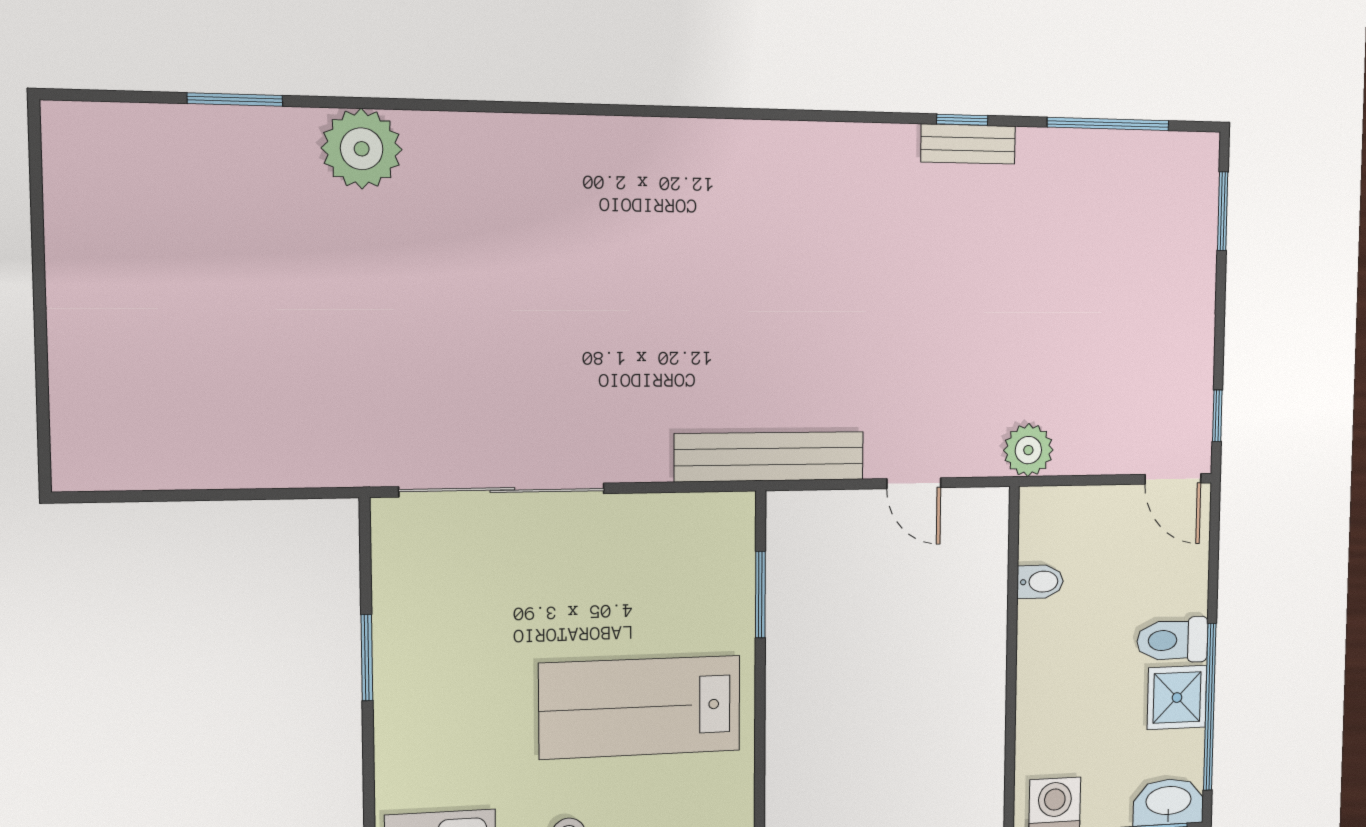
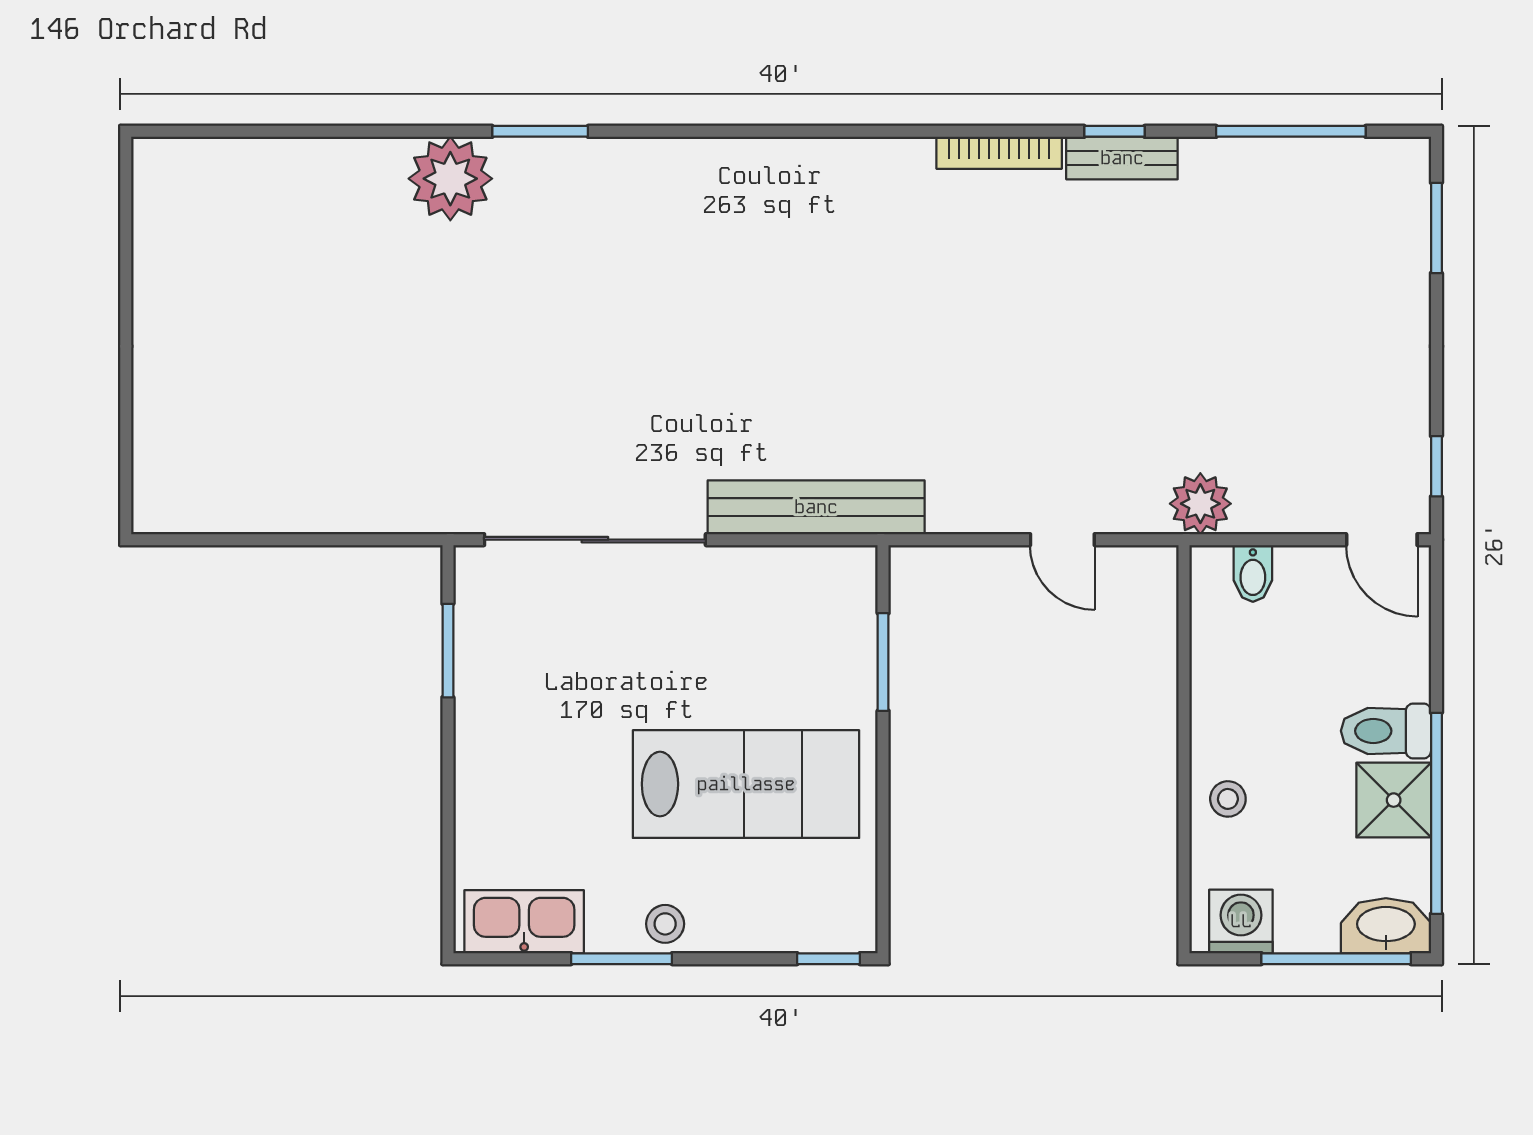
window: (235, 99) -> (540, 131), moved
bookcase: (864, 137) -> (999, 153), added
bench: (769, 457) -> (816, 507), moved
bidet: (1040, 582) -> (1253, 573), moved, turned 90
window: (367, 658) -> (448, 651), moved
stool: (1046, 702) -> (1228, 799), added
lab bench: (640, 707) -> (746, 784), turned 180

